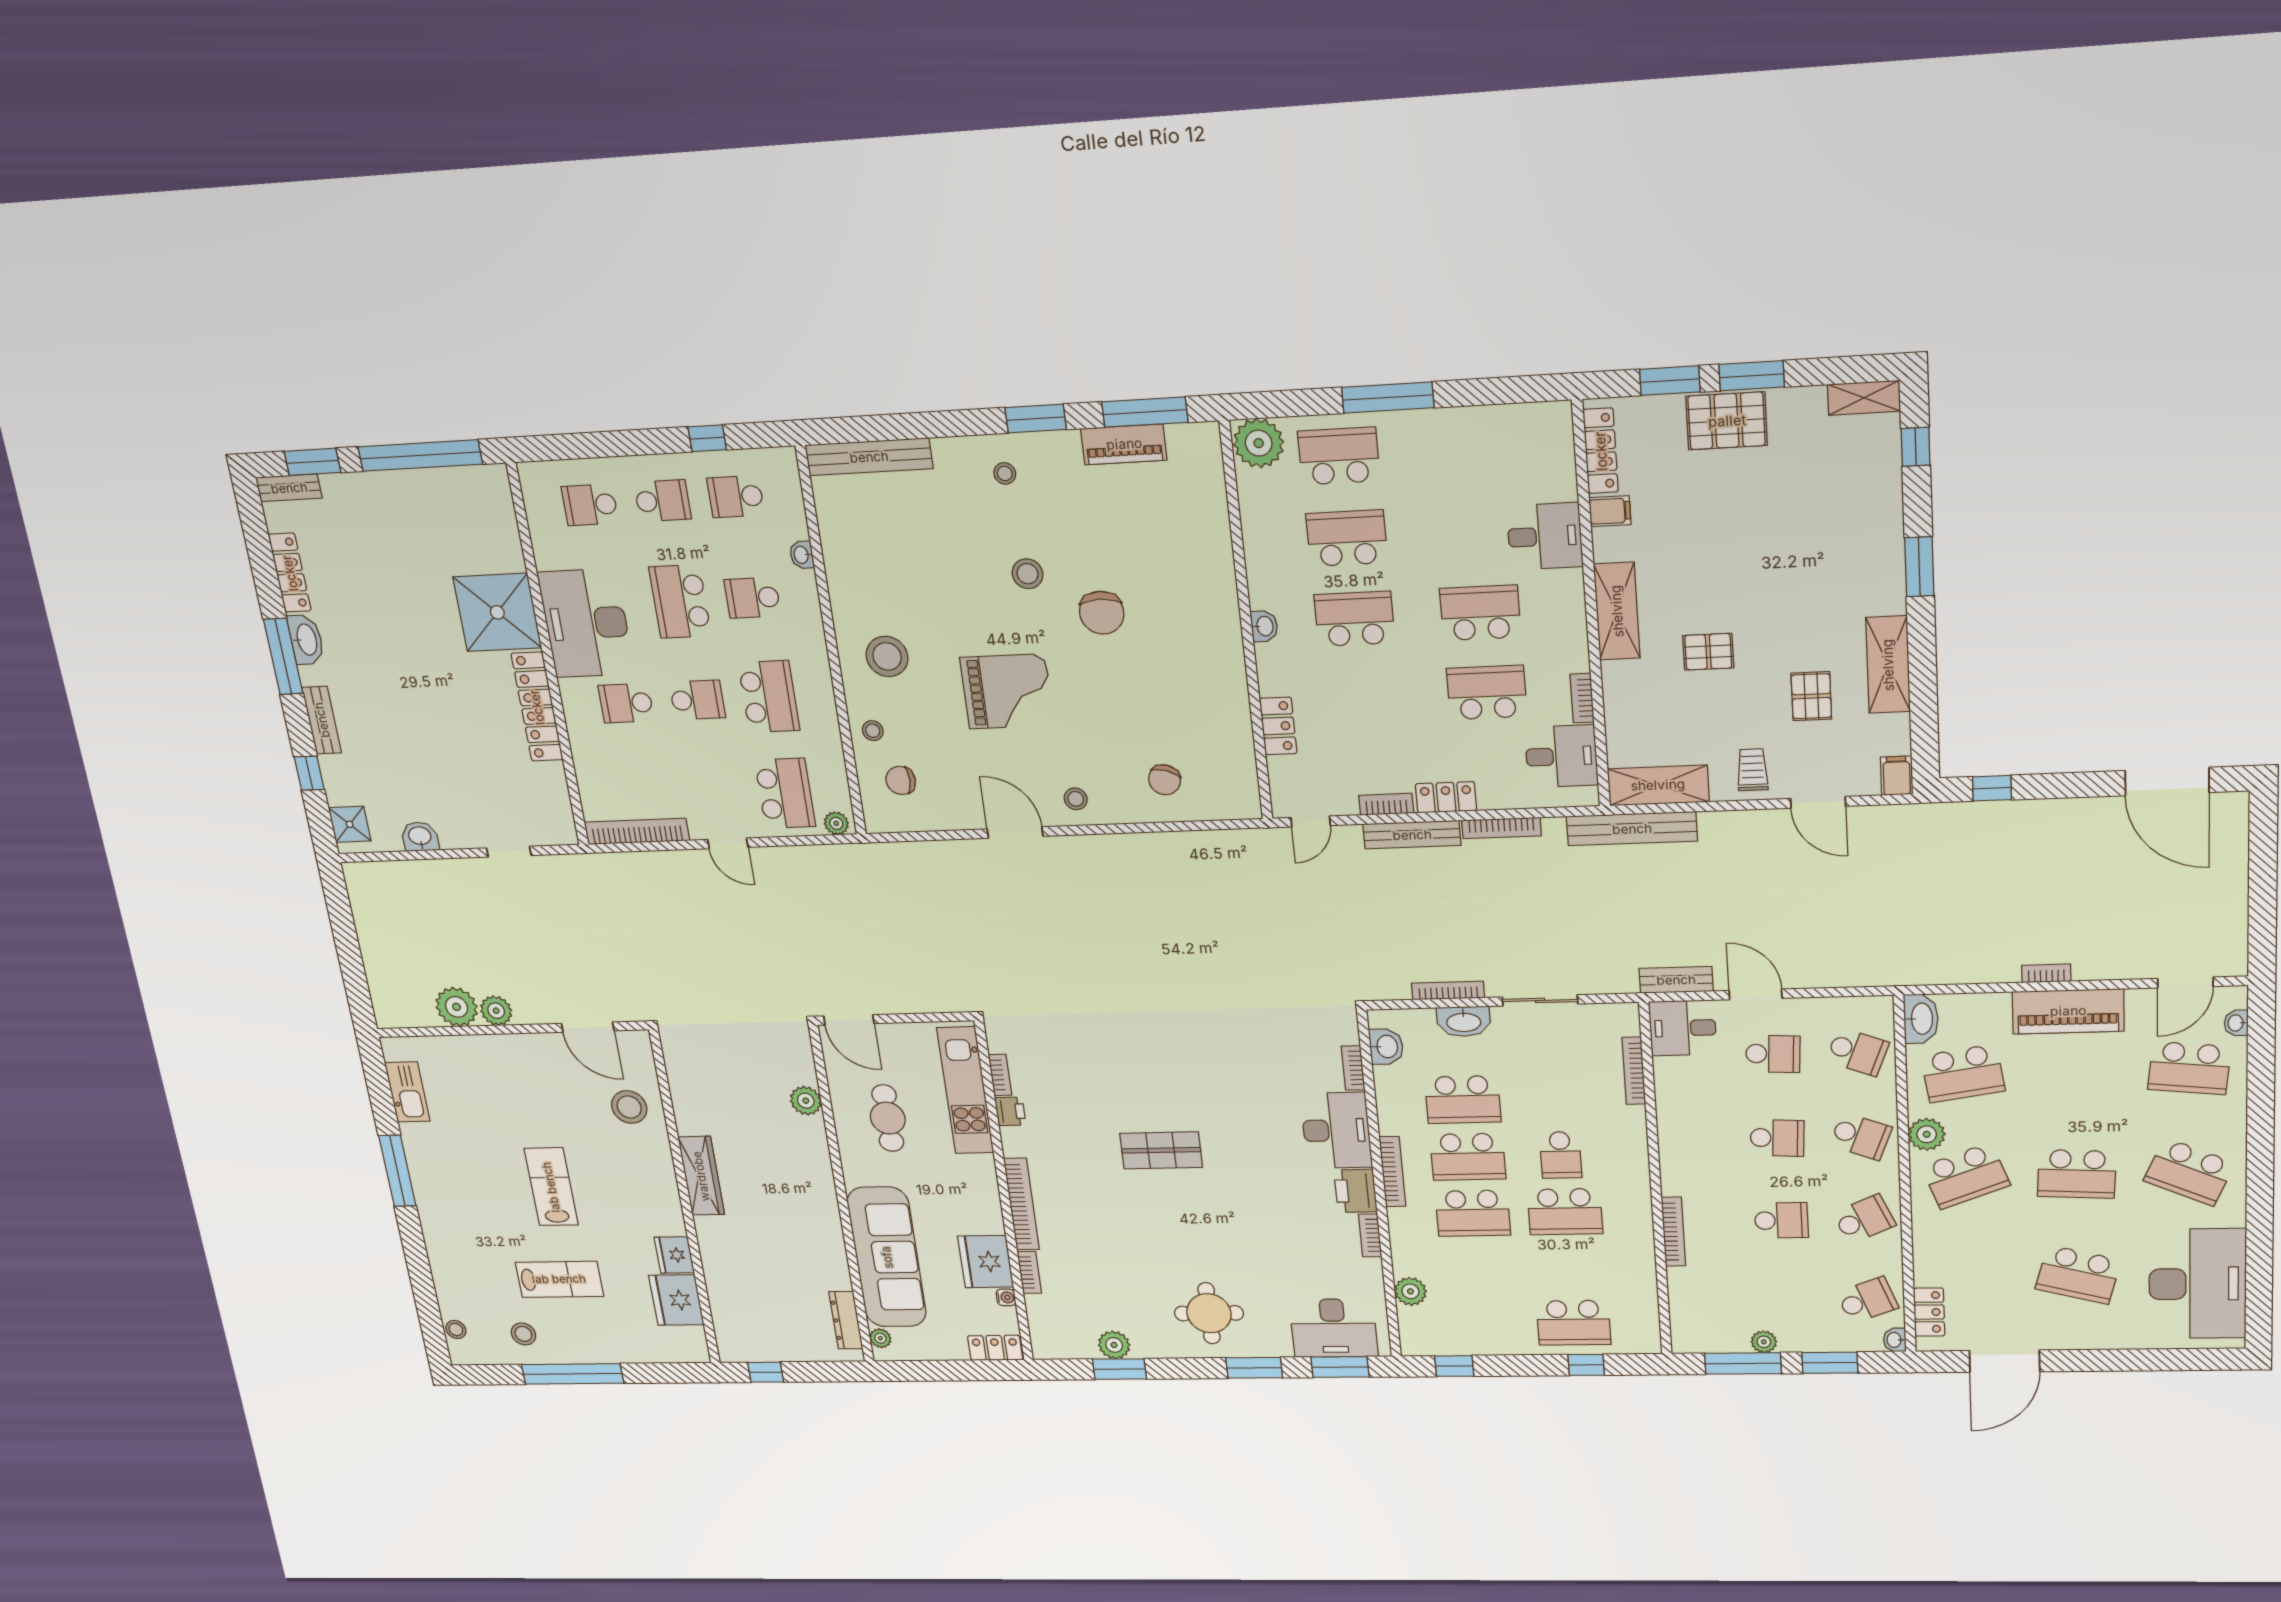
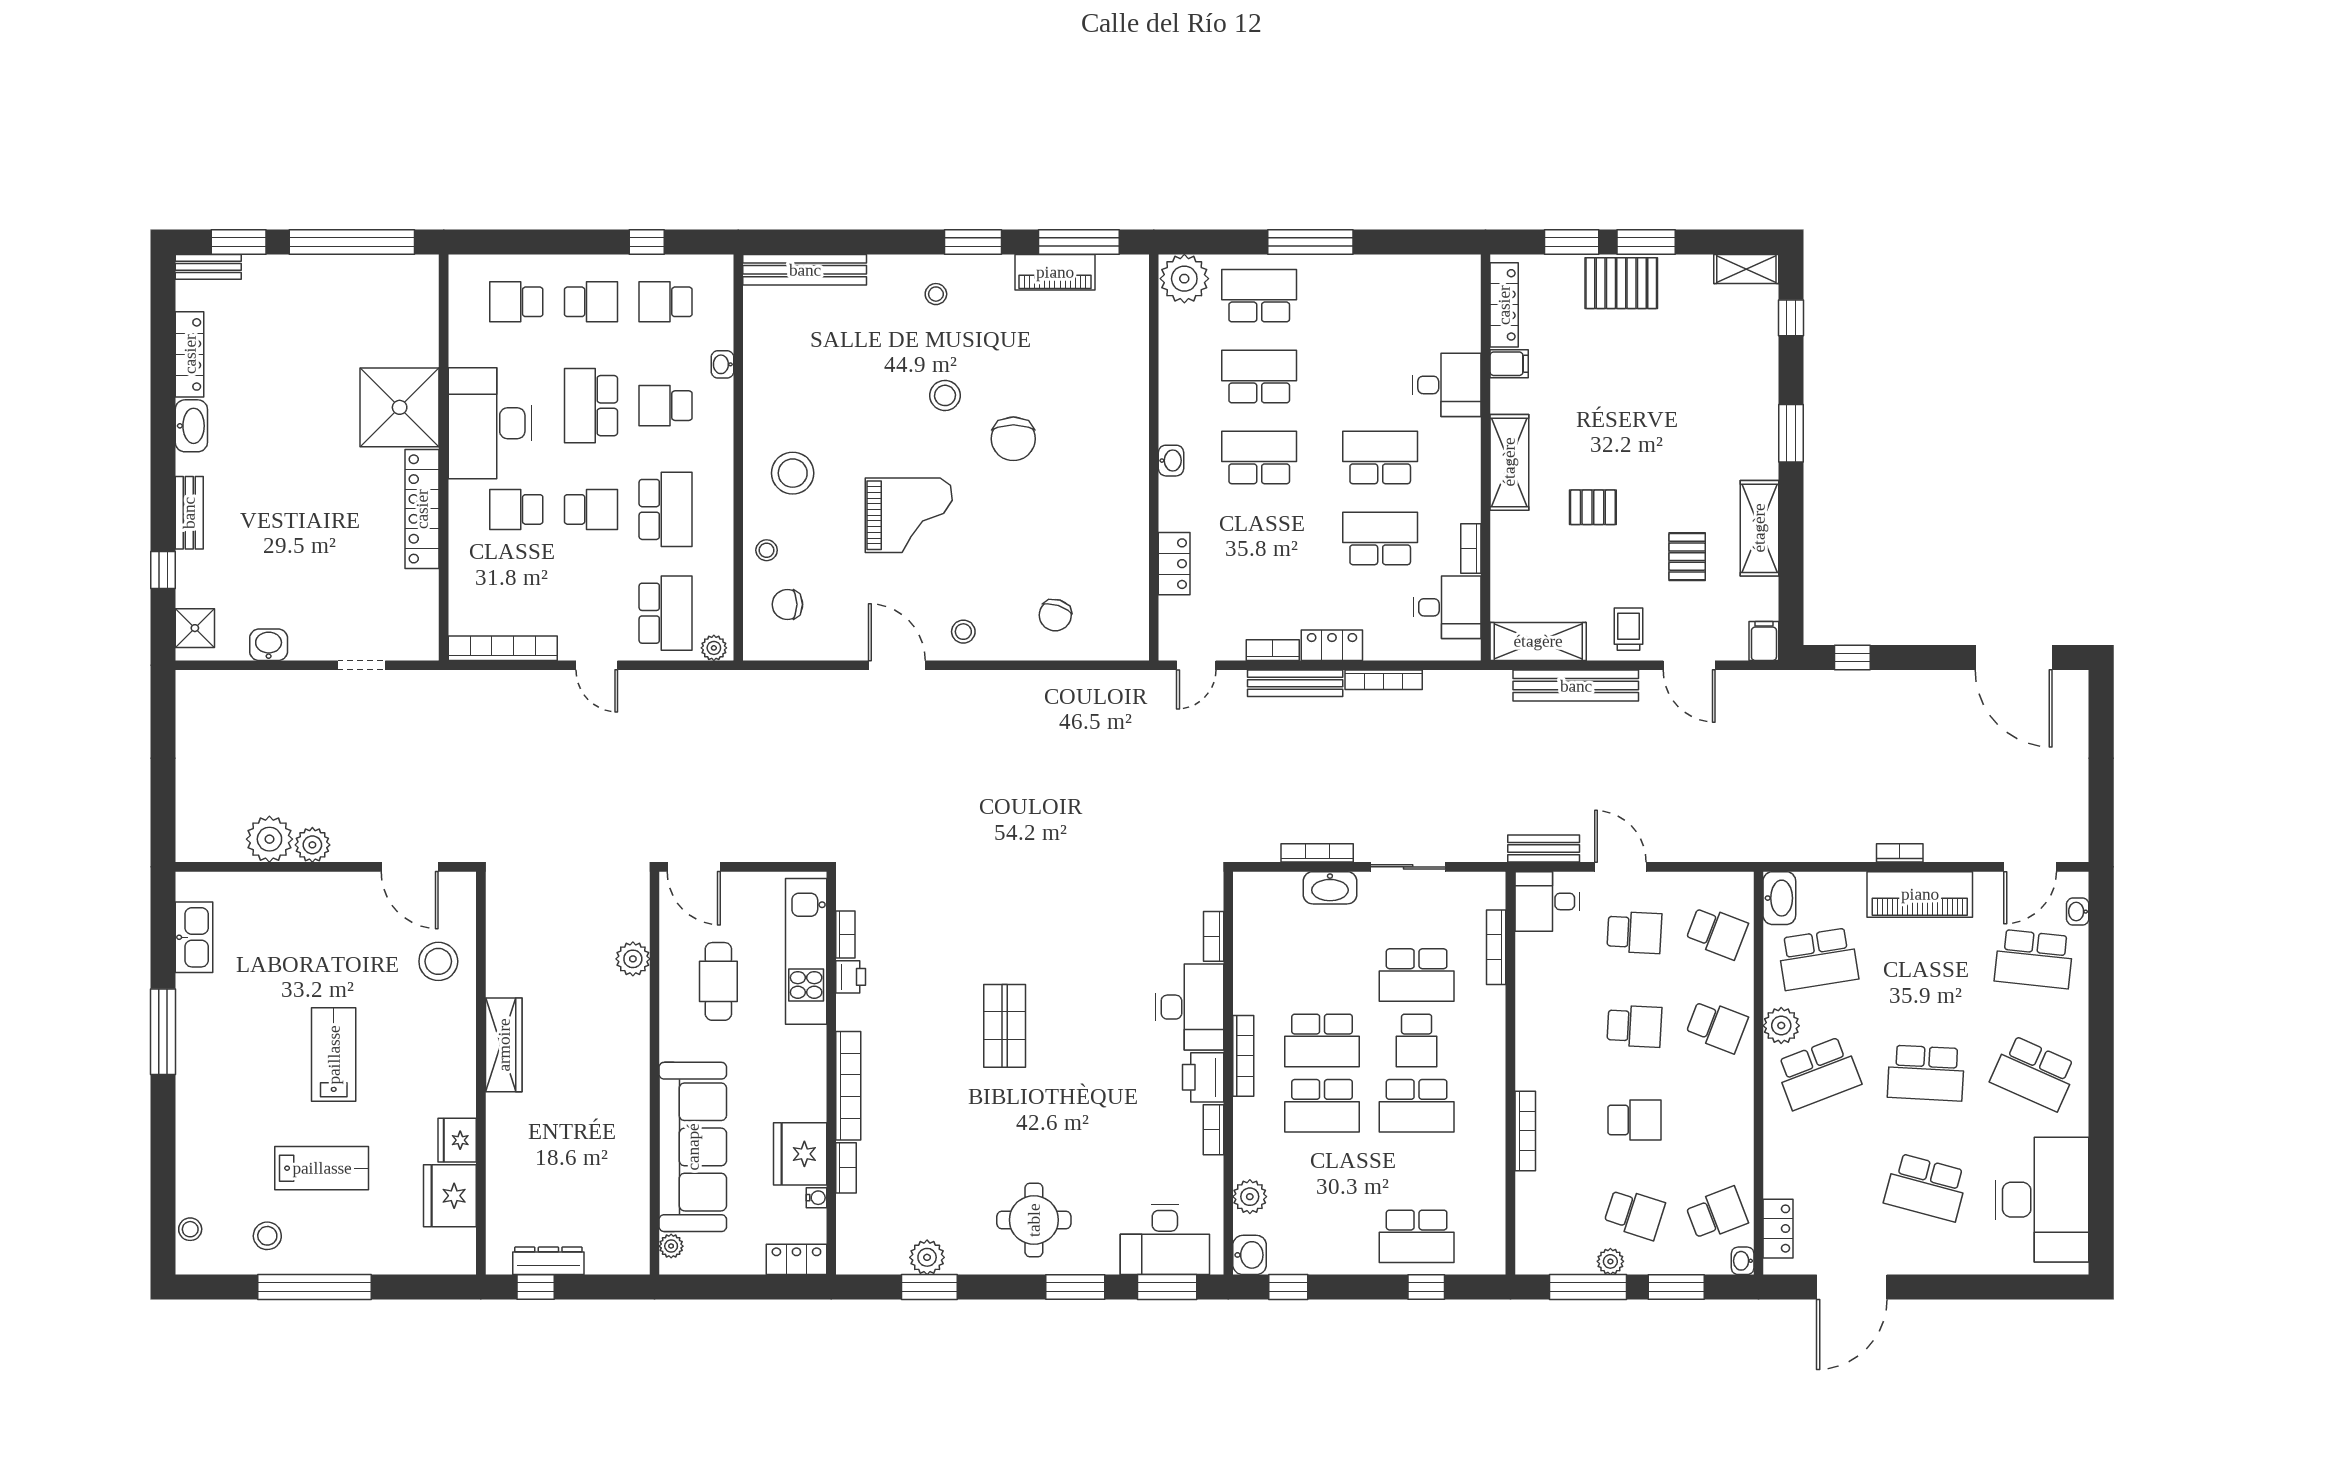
window: (283, 656) -> (163, 442), removed
bench: (1632, 829) -> (1576, 686), moved
washbasin: (1386, 1047) -> (1250, 1255), moved
school desk: (1463, 1100) -> (1417, 975), moved
shop shelf: (1161, 1150) -> (1005, 1026), turned 90
school desk: (1864, 1219) -> (1634, 1214), moved, turned 42
dresser: (846, 1320) -> (548, 1261), moved, turned 90

